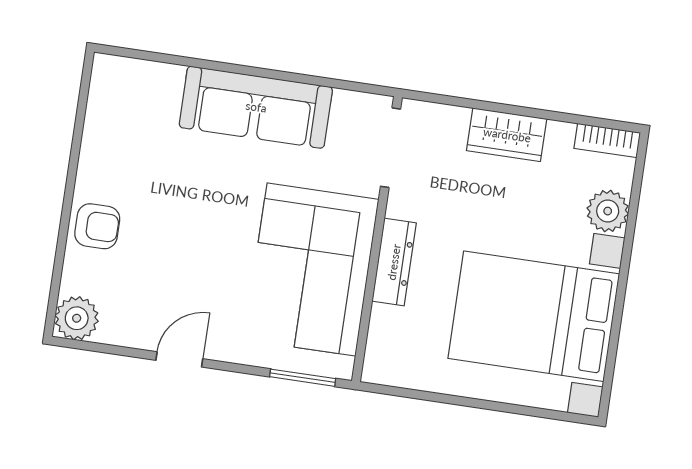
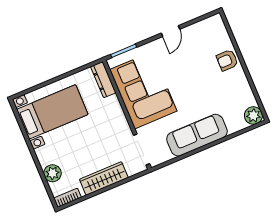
wardrobe: (507, 135) -> (104, 178), width x1.50
dresser: (394, 262) -> (103, 80), moved
bed with nightstands: (534, 316) -> (52, 112), width x0.73
plant: (77, 318) -> (253, 116), moved

